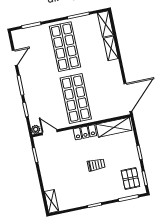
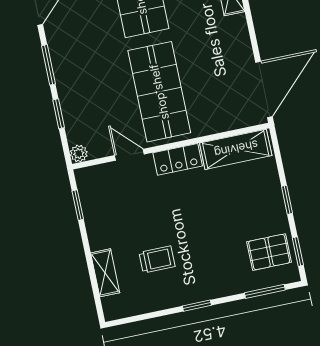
door: (50, 132) -> (129, 155), moved
trolley: (96, 165) -> (157, 259), moved
pallet: (130, 178) -> (269, 252), turned 90
shelving: (51, 201) -> (105, 273), moved

